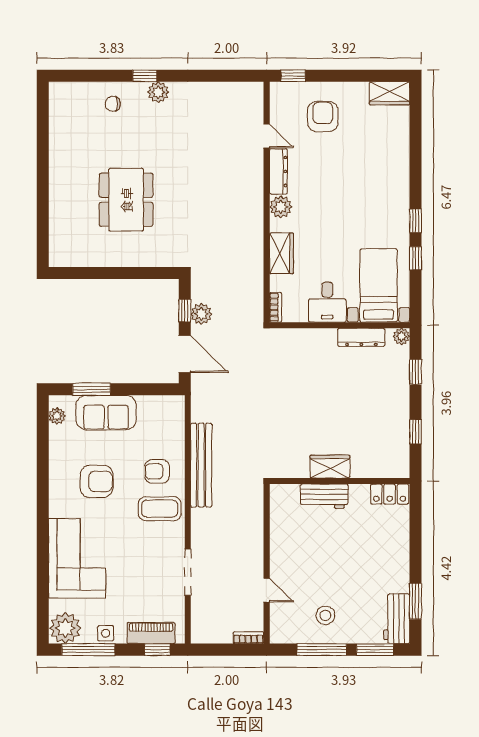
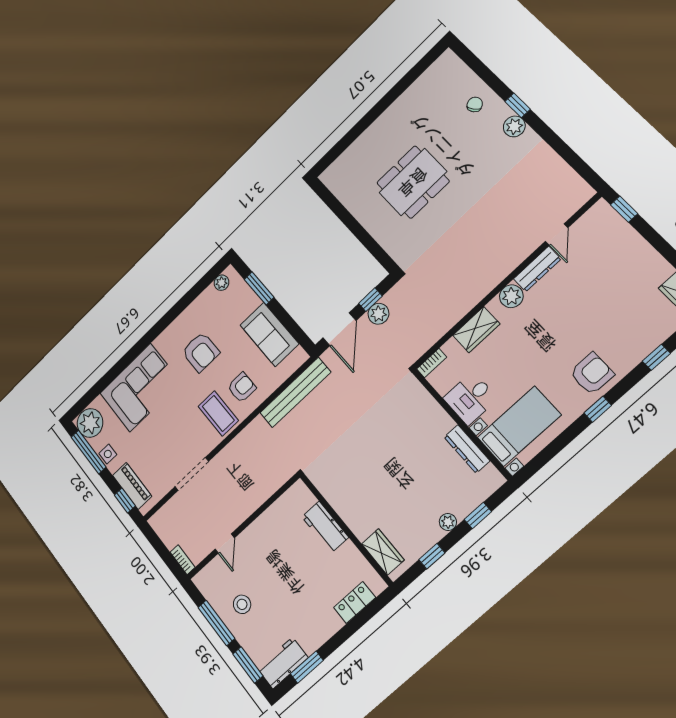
chair: (113, 104) -> (475, 104), turned 55
armchair: (323, 117) -> (592, 374), moved
window: (415, 258) -> (656, 357), moved
plant: (401, 336) -> (448, 522), moved
sofa: (106, 413) -> (269, 334), moved
bench: (201, 465) -> (295, 393), moved
wardrobe: (330, 467) -> (383, 552), moved
armchair: (157, 471) -> (242, 387), turned 90
locker: (390, 494) -> (355, 603), moved, turned 90

